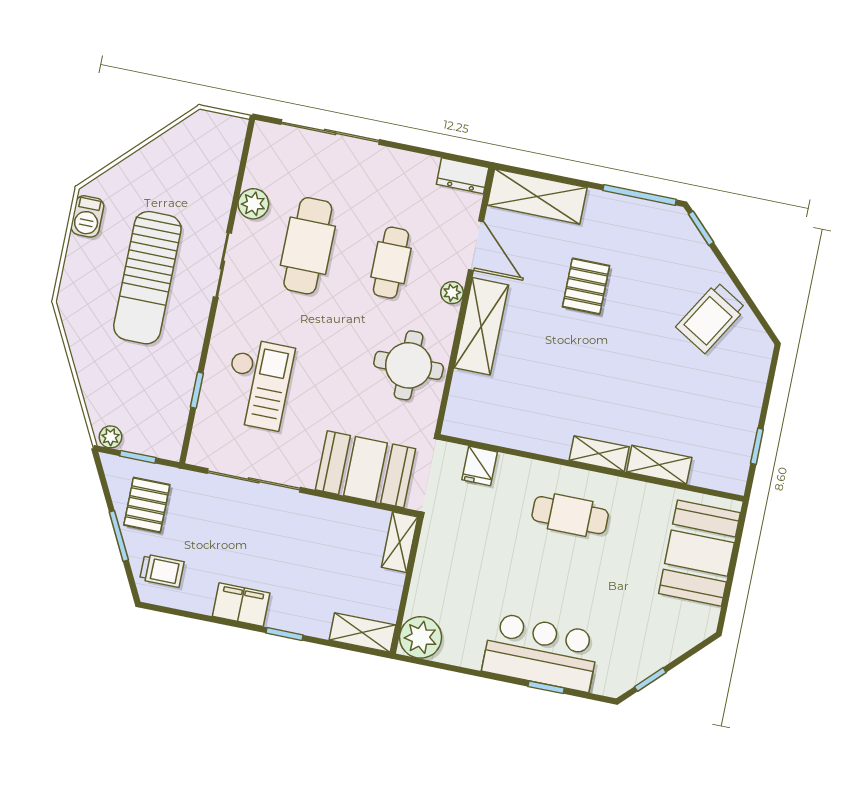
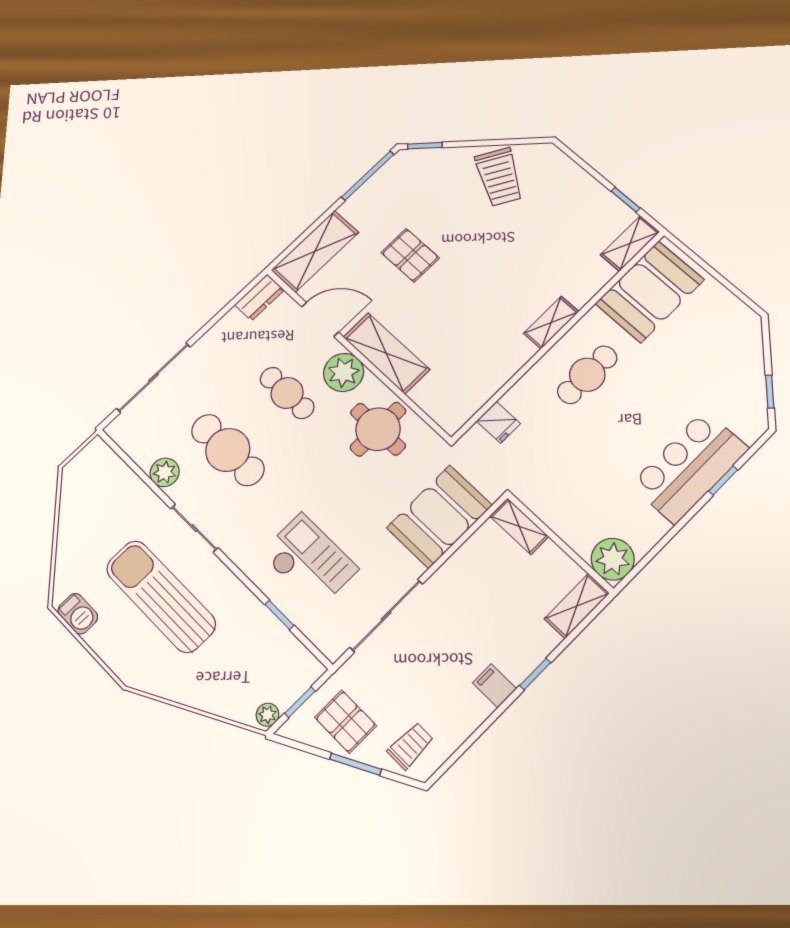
sun lounger: (147, 278) -> (161, 596), turned 180
plant: (452, 293) -> (344, 372), width x1.87, depth x1.87
shelving: (659, 465) -> (630, 243), moved
booth: (699, 553) -> (650, 292), moved, turned 90
filing cabinet: (241, 605) -> (494, 686), width x0.50

